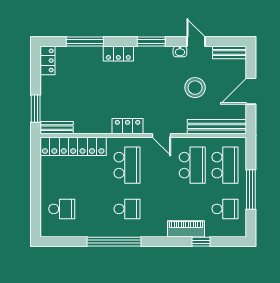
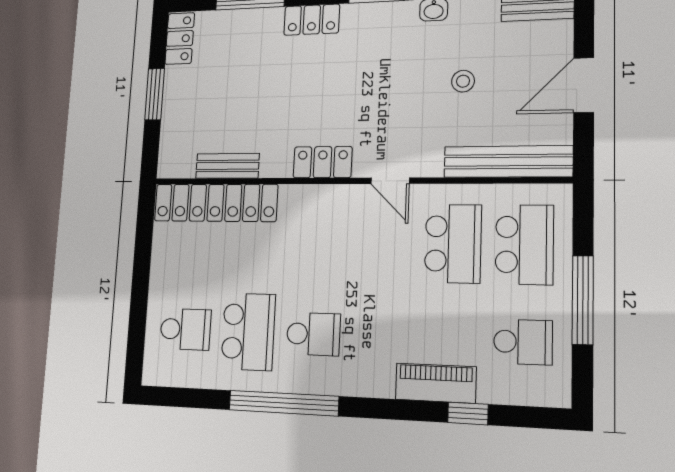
stool: (195, 88) -> (463, 81), width x0.53, depth x0.53
window: (36, 109) -> (155, 94), moved
bench: (57, 128) -> (227, 166), moved
school desk: (127, 165) -> (248, 332), moved

